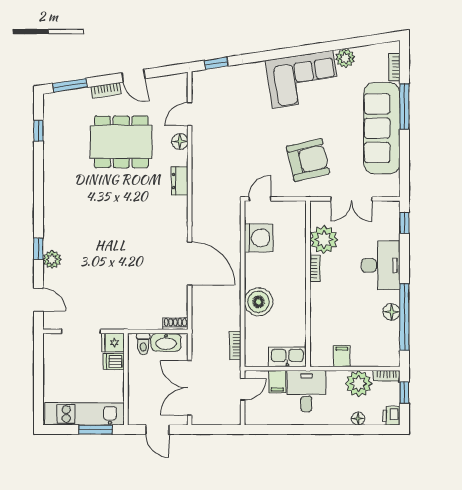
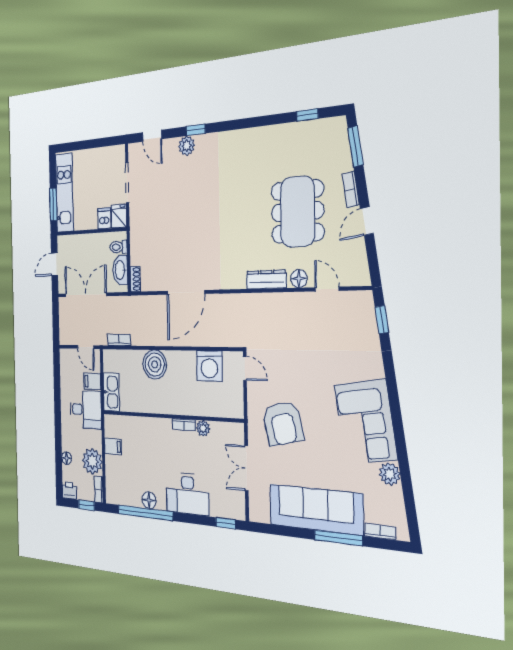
dresser: (180, 181) -> (266, 279), width x1.44
plant: (324, 240) -> (203, 428), width x0.53, depth x0.53
door: (38, 300) -> (152, 136), hinge flipped

